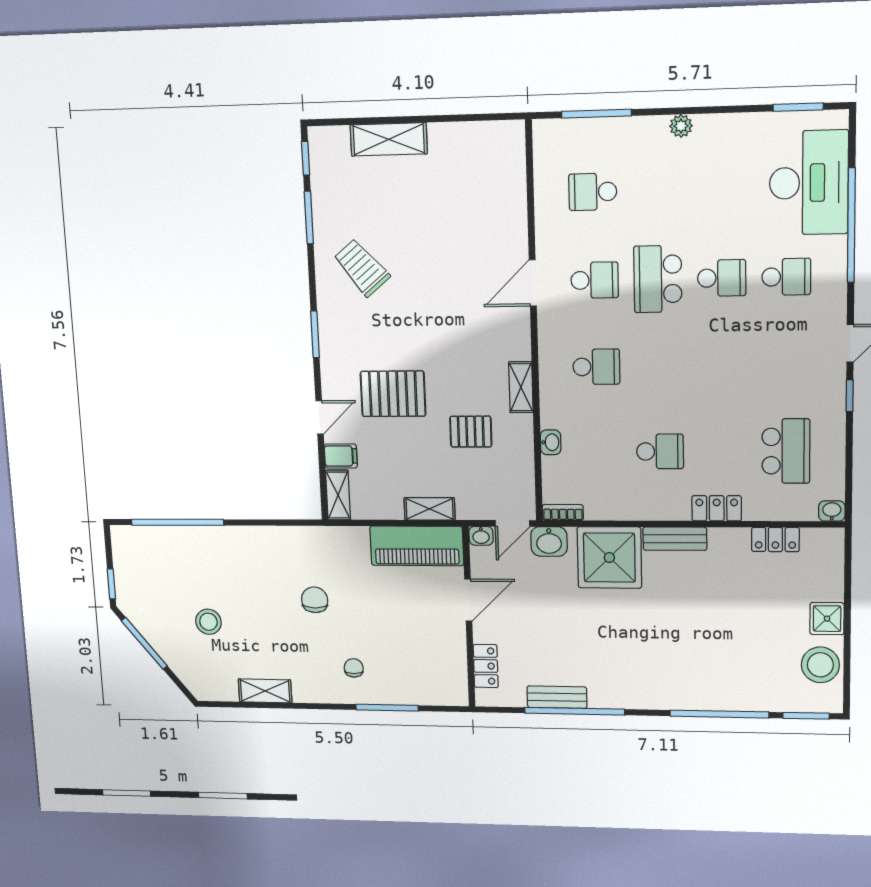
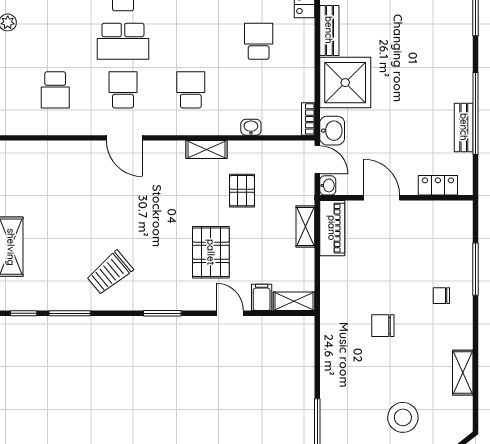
piano: (417, 546) -> (332, 228), width x0.73, depth x0.75
stool: (208, 622) -> (403, 417), width x1.38, depth x1.38

